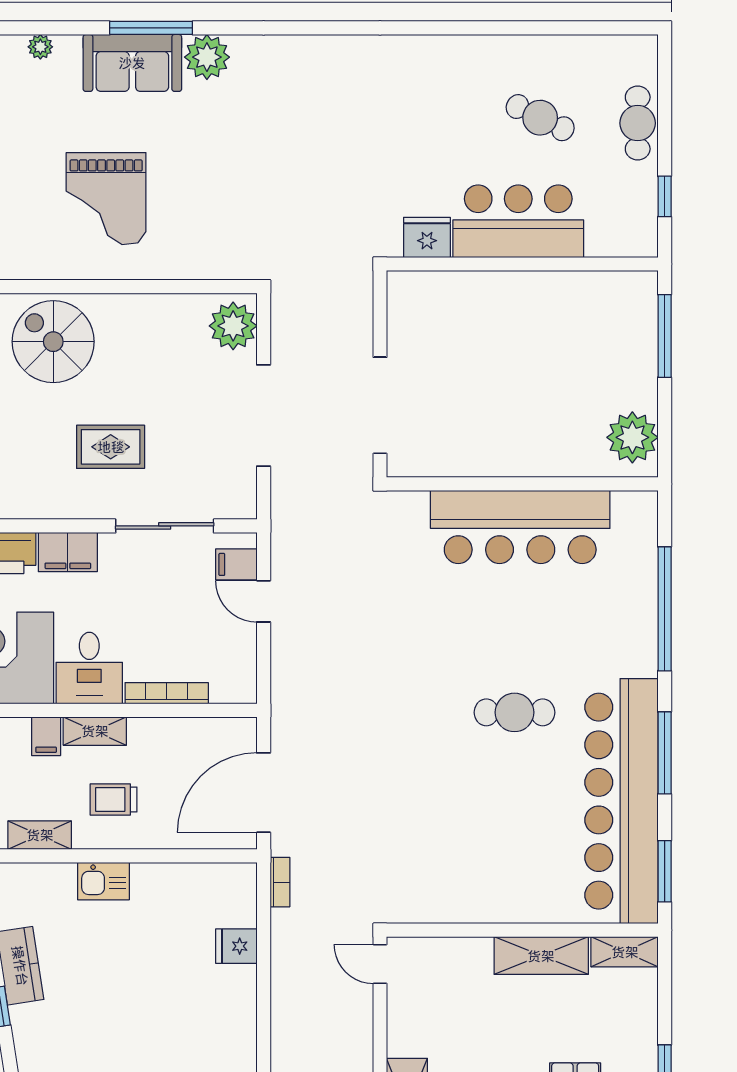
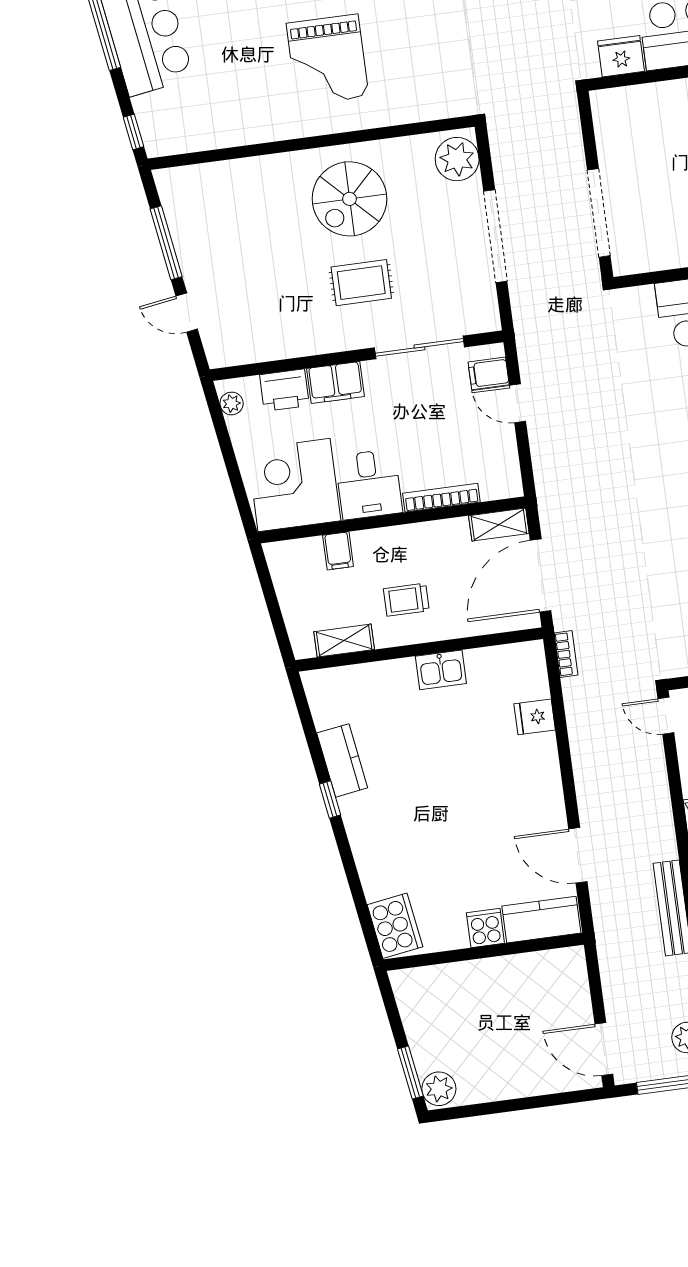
spiral stairs: (53, 342) -> (349, 199), moved, turned -90
shelving: (95, 731) -> (499, 525), moved
kitchen sink: (103, 881) -> (441, 670), moved

